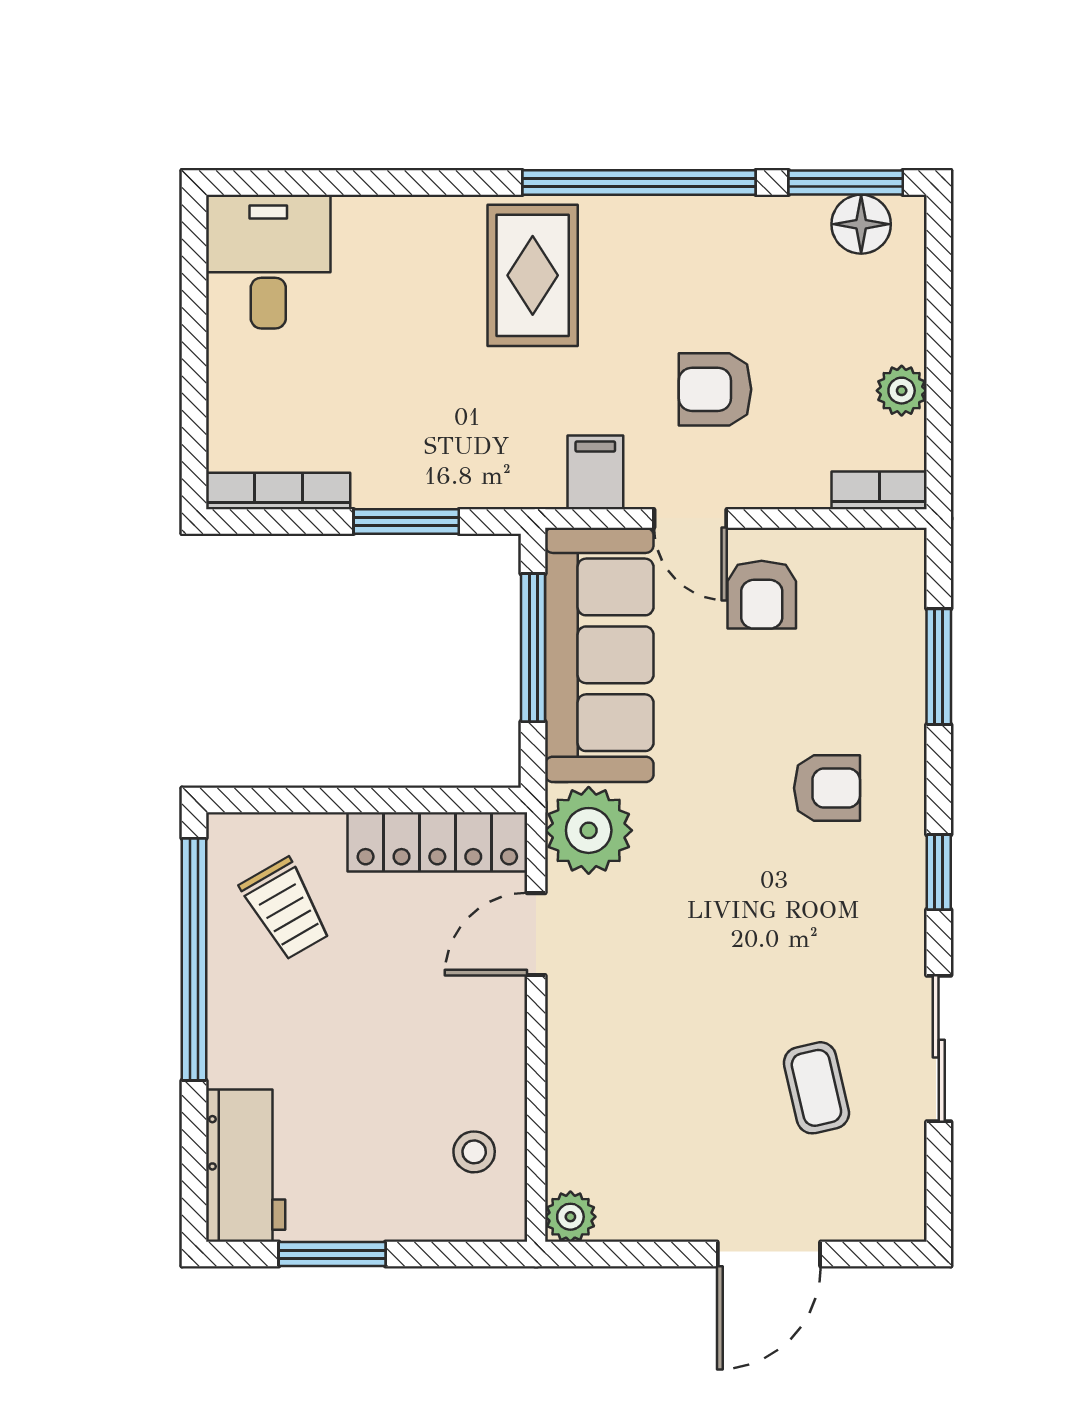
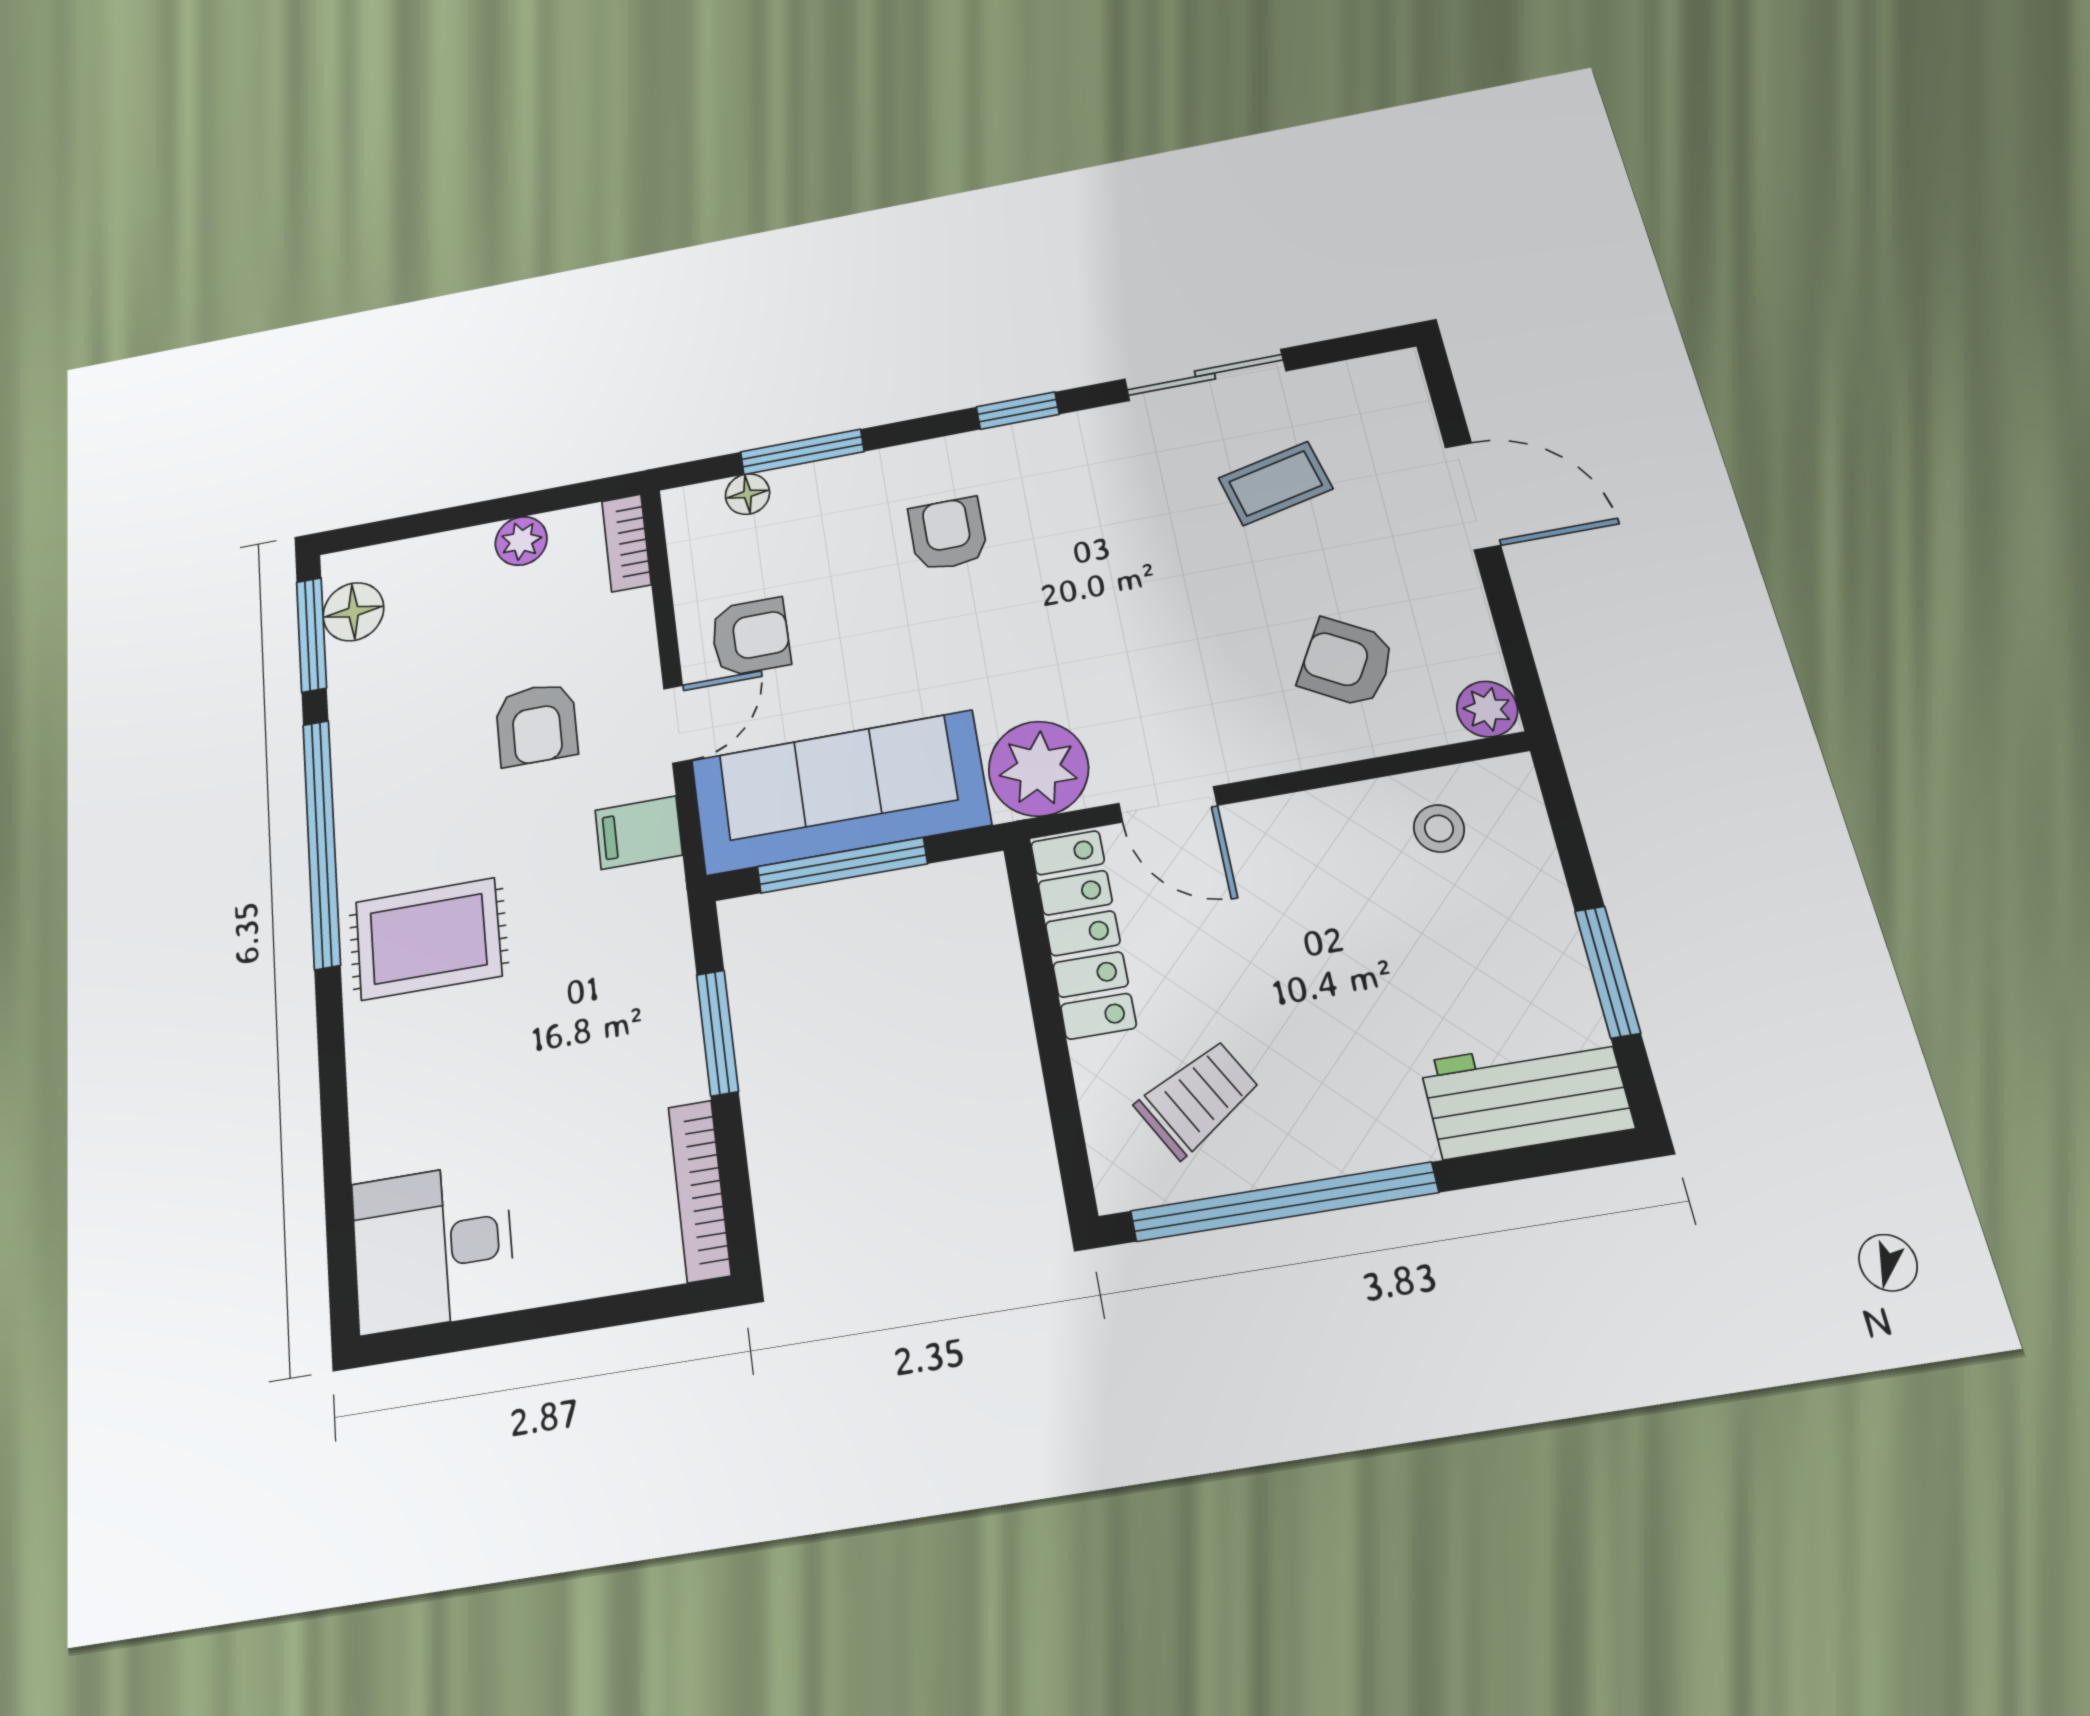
floor lamp: (906, 610) -> (748, 494), added
armchair: (635, 1111) -> (1347, 662), added

